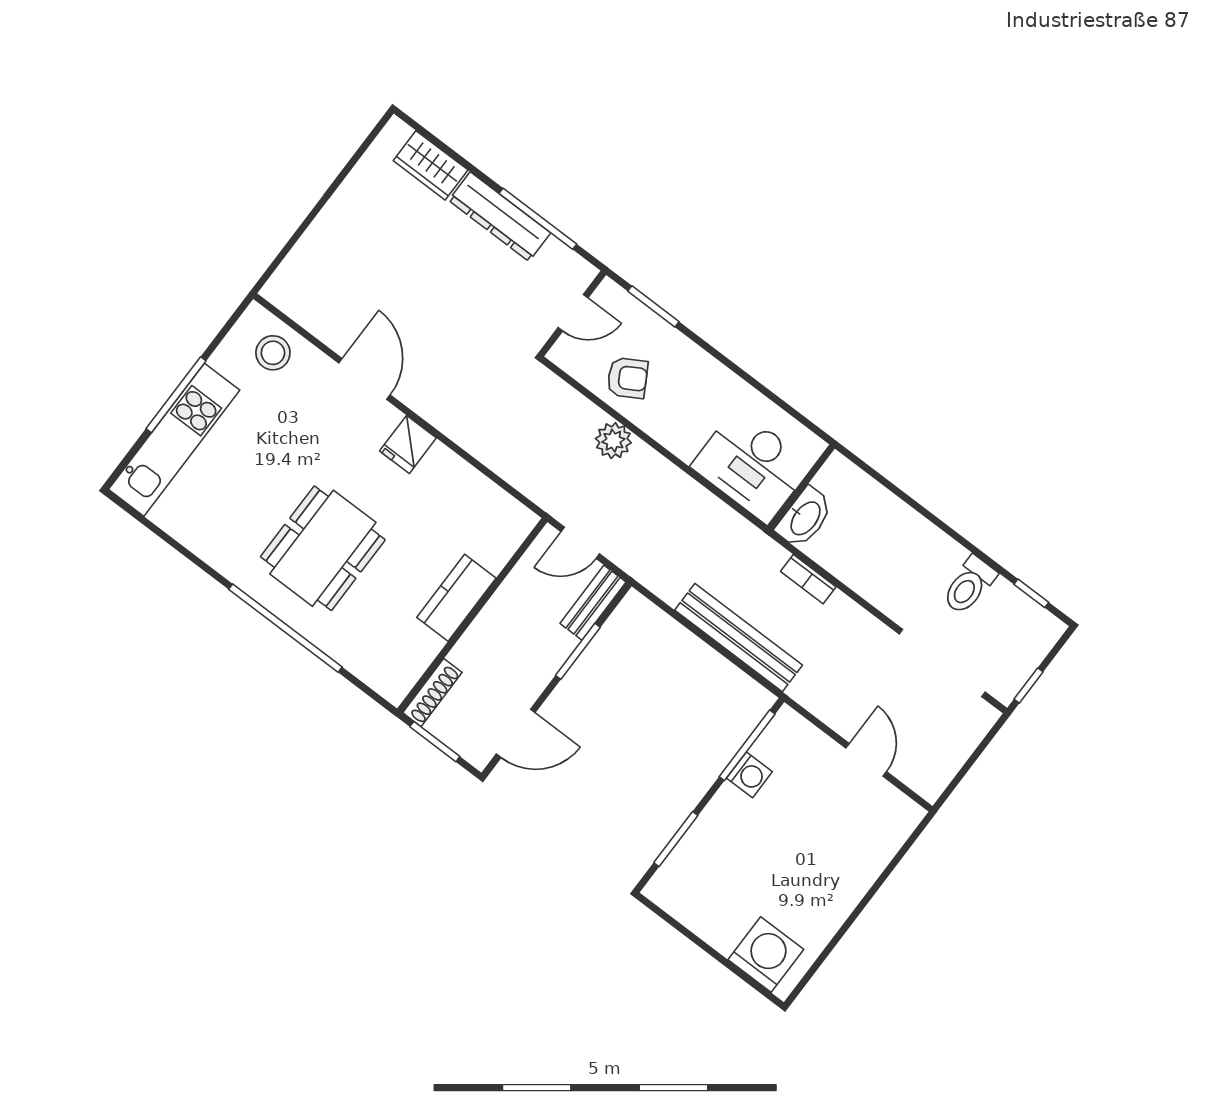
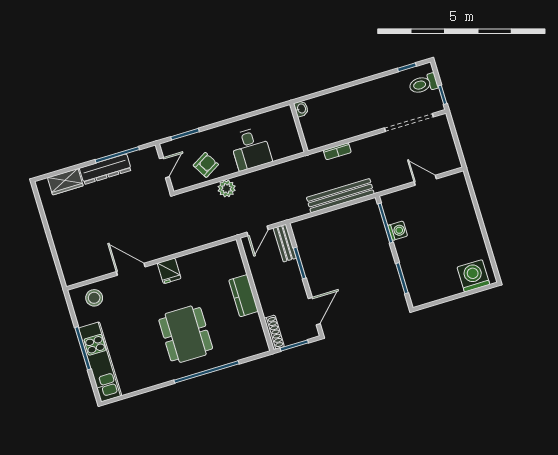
desk: (752, 466) -> (251, 149), moved, width x0.73
washbasin: (805, 518) -> (301, 109), moved, width x0.52, depth x0.69
toilet: (969, 585) -> (423, 84), moved, turned 90

